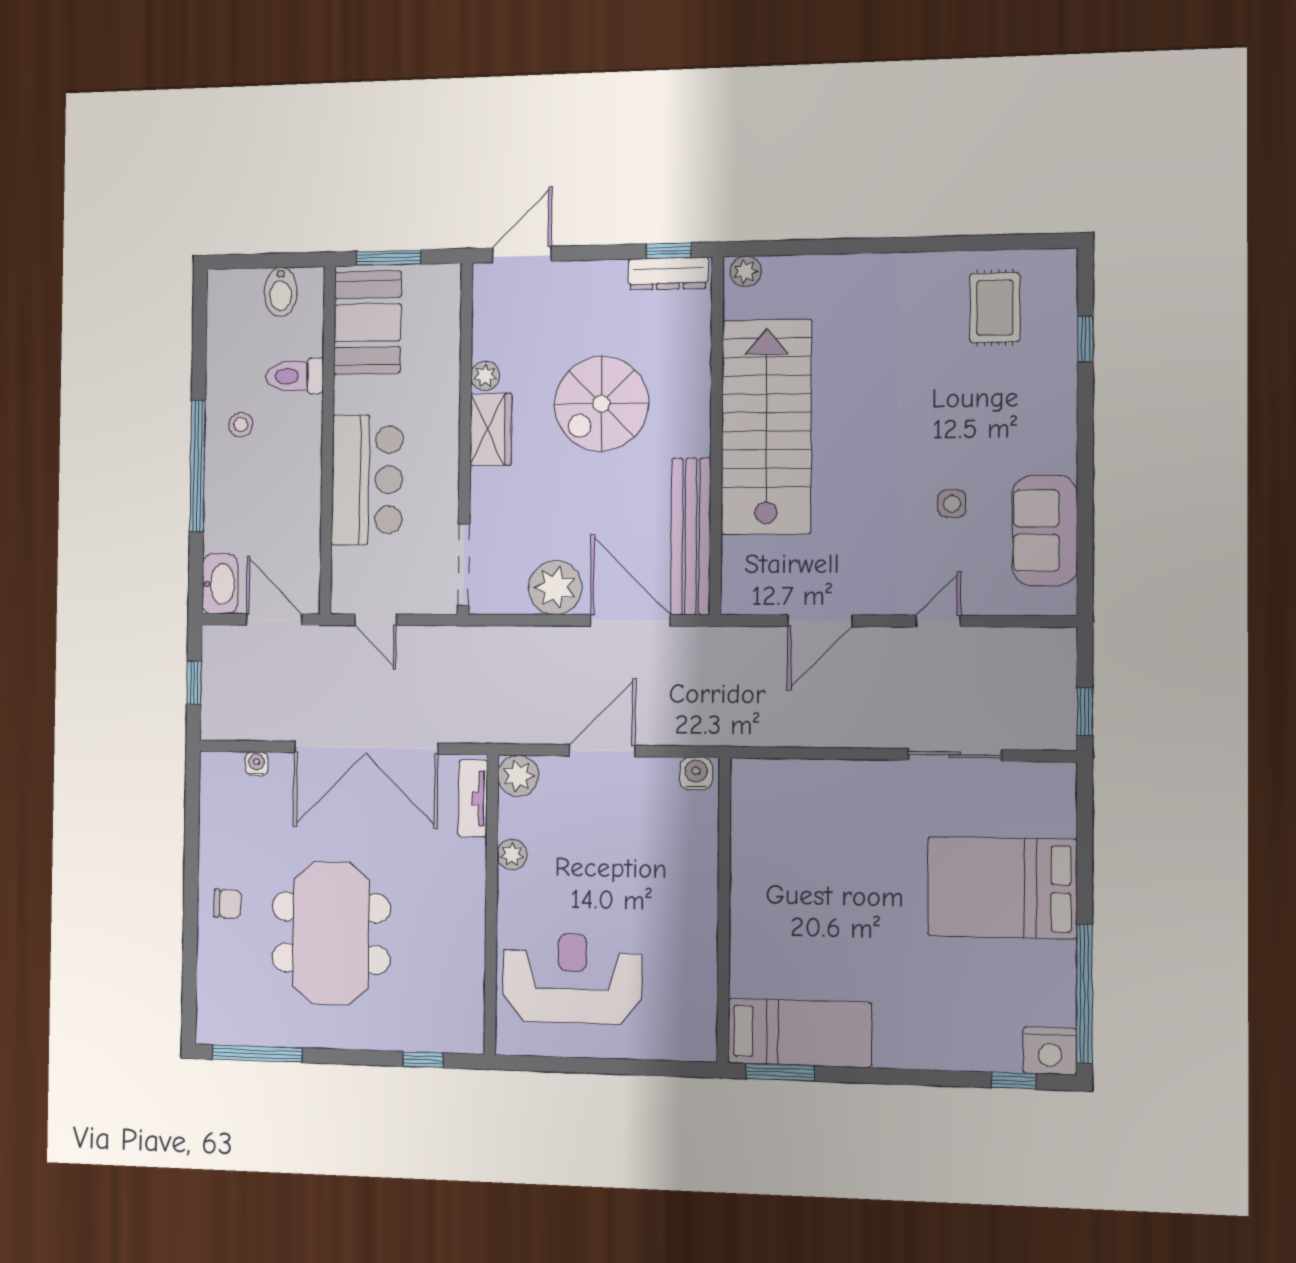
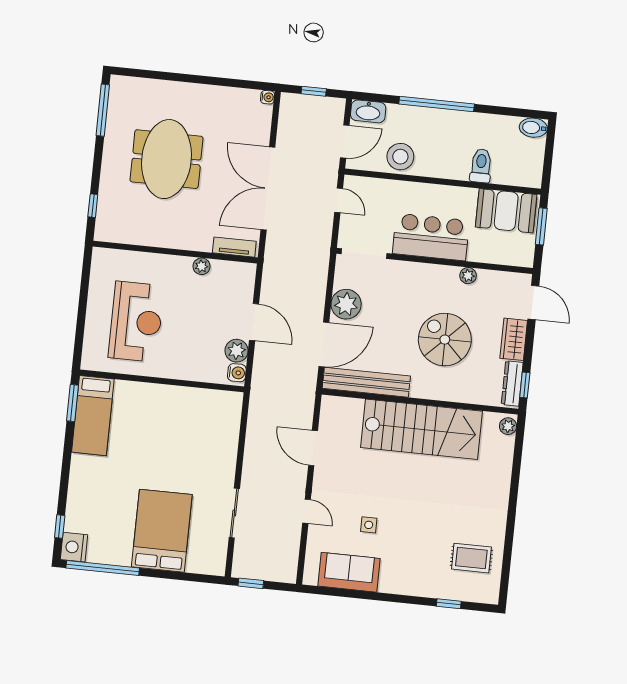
bidet: (281, 292) -> (533, 128), moved
stool: (241, 425) -> (400, 157), moved, width x1.89, depth x1.89
wardrobe: (491, 429) -> (514, 339), moved, turned 90
bar counter: (367, 480) -> (431, 237), moved, turned 180
door: (375, 620) -> (339, 200), swing flipped
water cooler: (256, 764) -> (268, 97), moved
plant: (518, 776) -> (237, 351), moved
chair: (228, 904) -> (188, 100), removed
meeting table: (331, 933) -> (167, 159), turned 90
reception desk: (572, 978) -> (136, 322), moved

